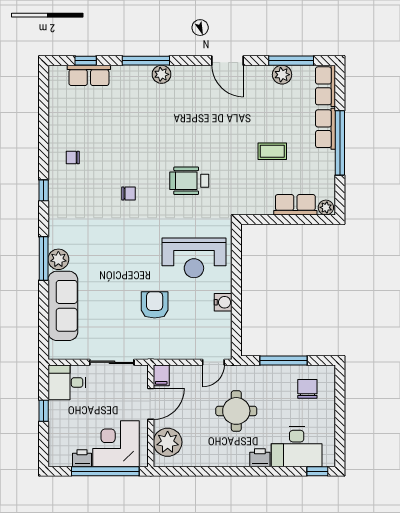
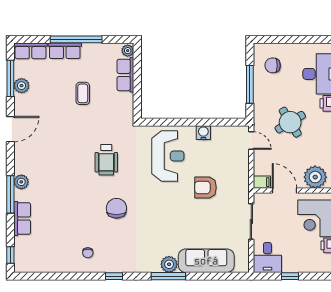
window: (86, 61) -> (10, 255), moved
row of seats: (89, 75) -> (22, 218), moved
chair: (129, 193) -> (116, 208), width x1.87, depth x1.87
round table: (236, 411) -> (290, 122), turned -31

